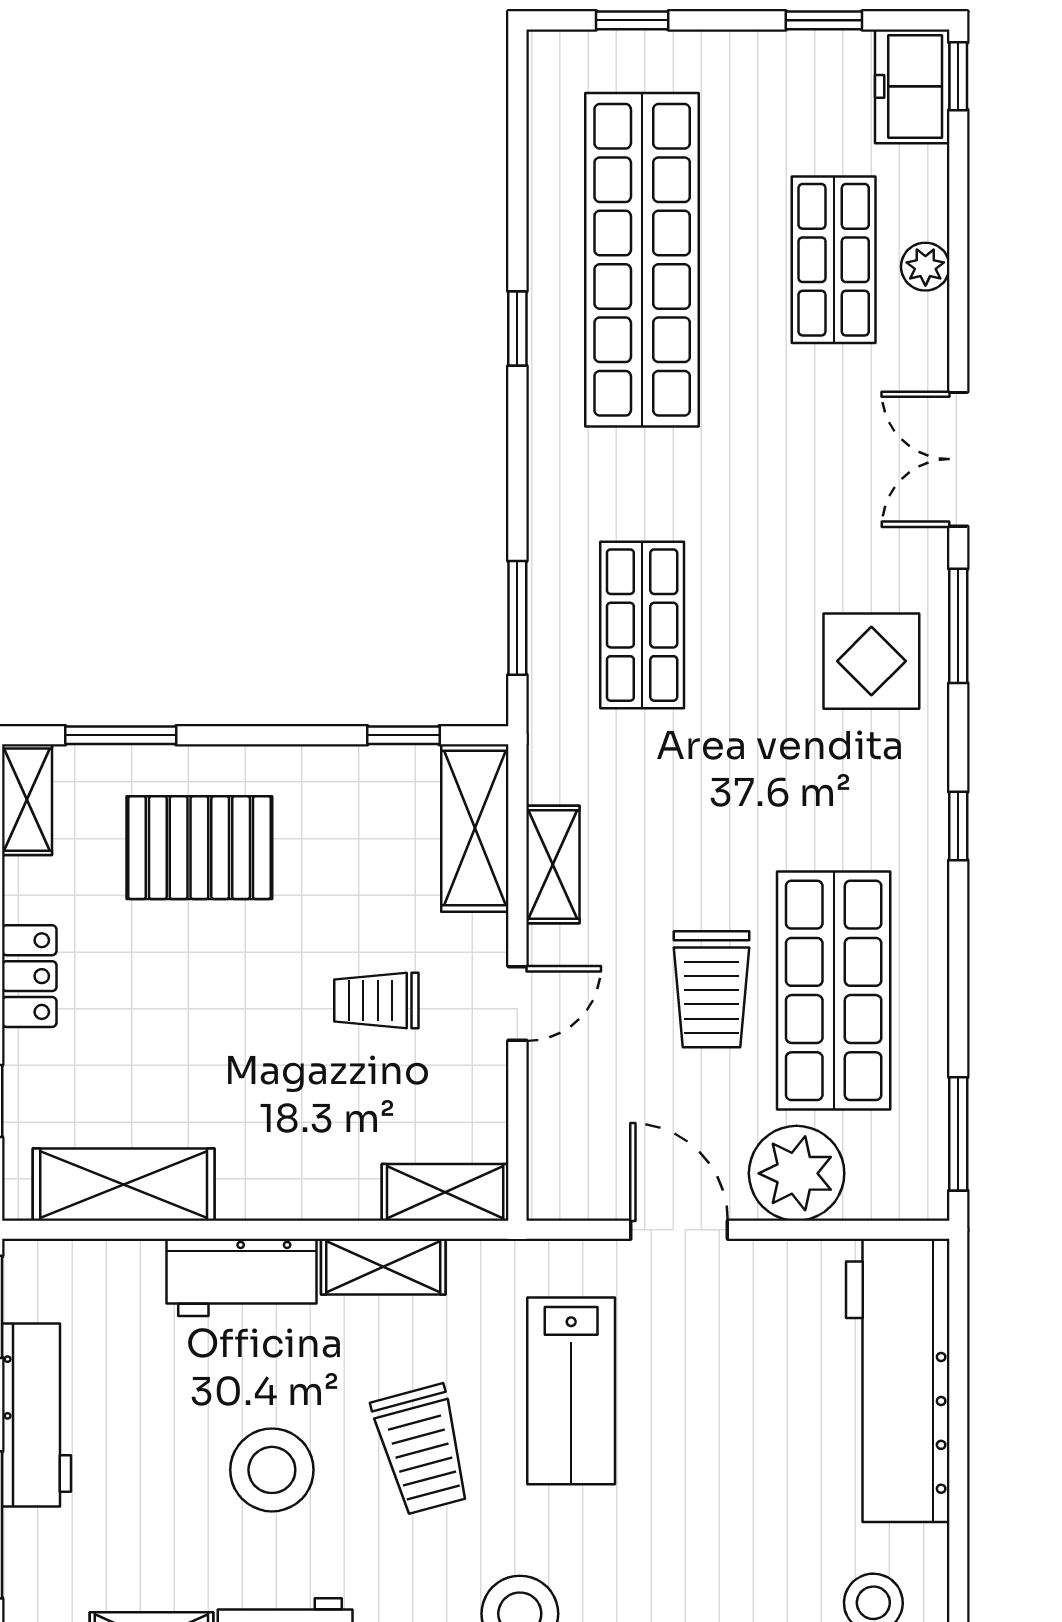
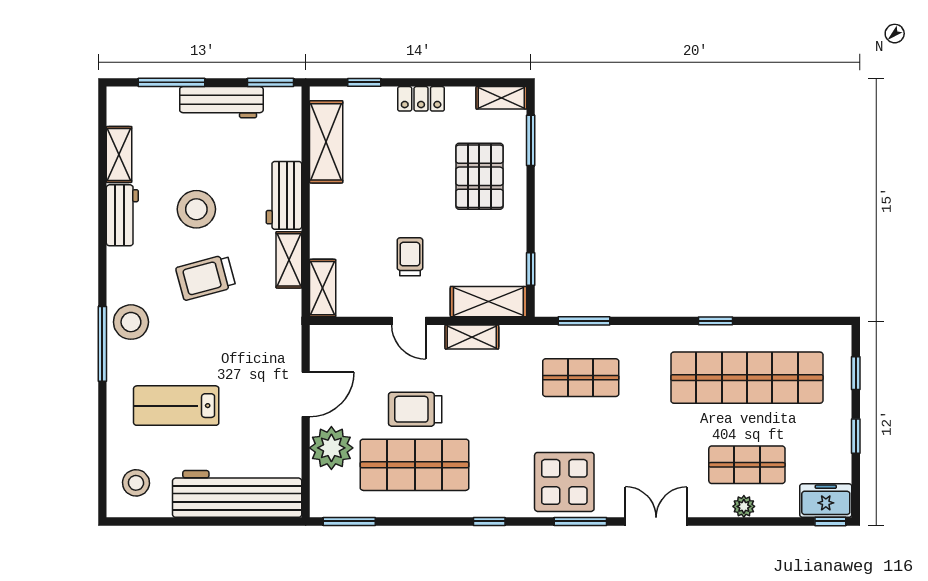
window: (824, 20) -> (856, 436), moved
display table: (871, 661) -> (564, 482), width x1.36, depth x1.36
lab bench: (571, 1391) -> (176, 406), moved

